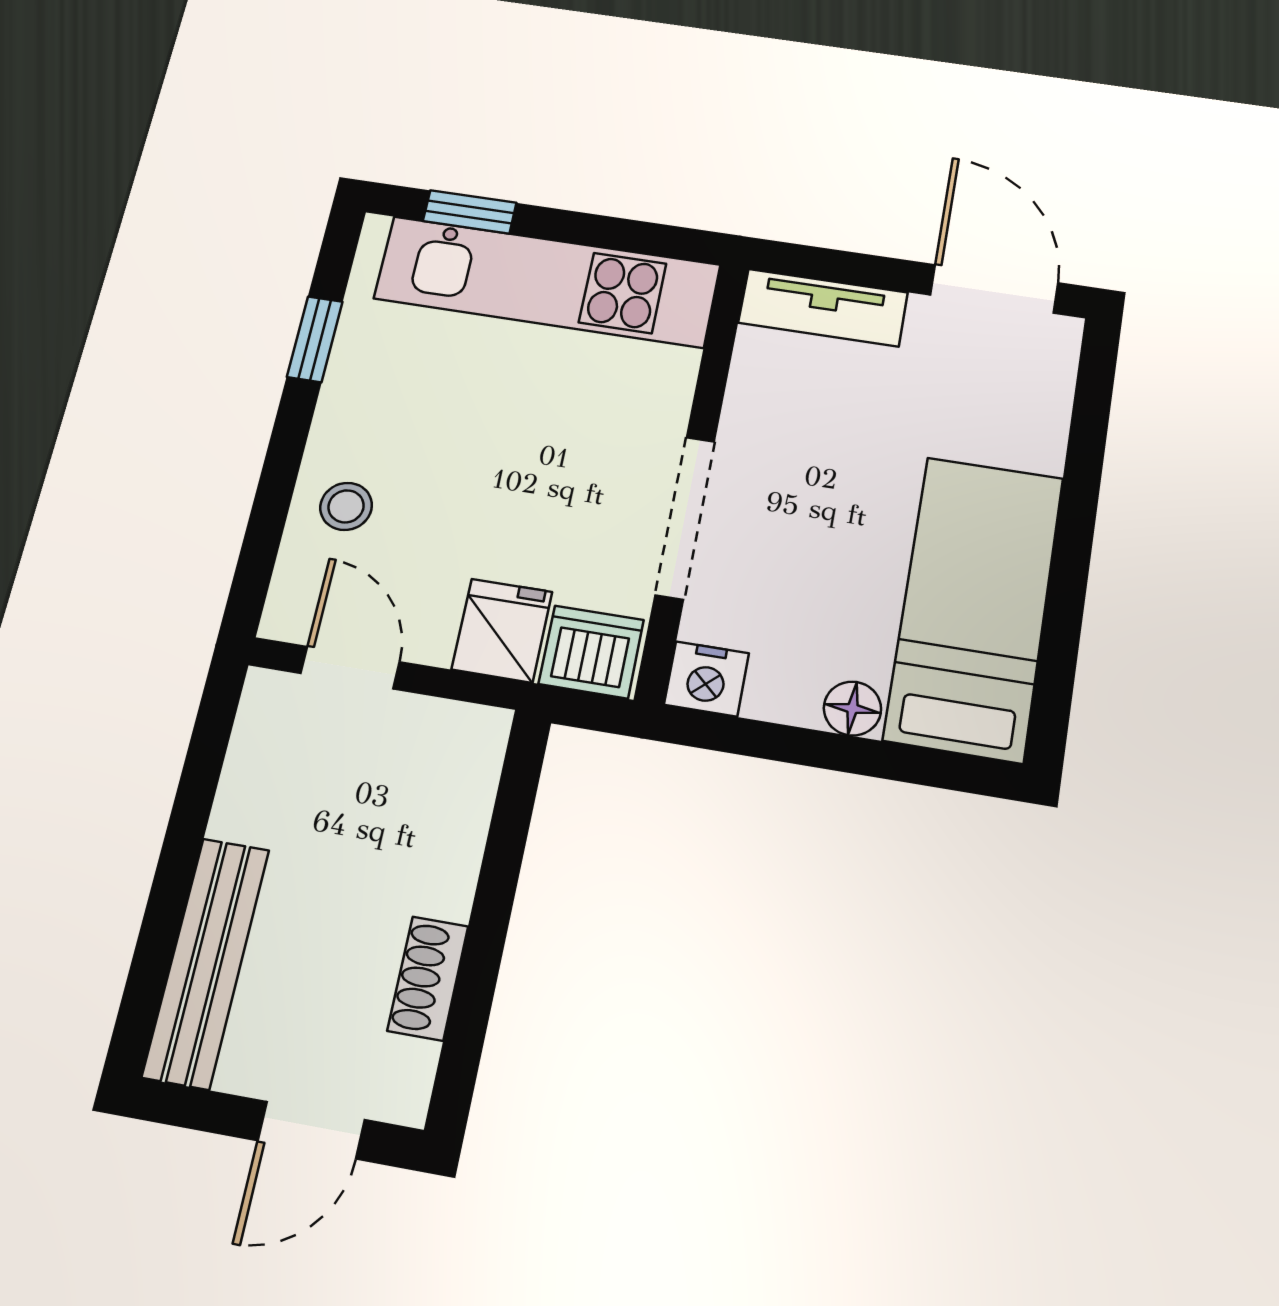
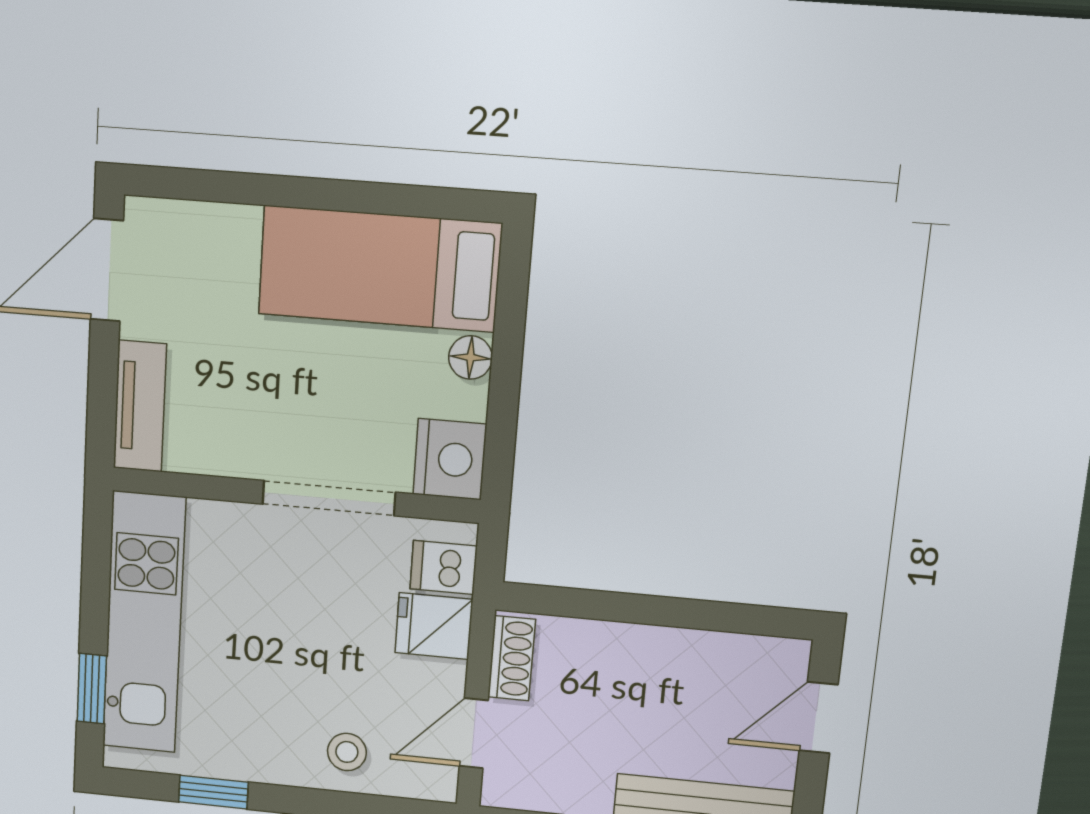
dishwasher: (591, 652) -> (444, 567), width x0.73
nightstand: (706, 679) -> (450, 459), width x1.36, depth x1.33
shoe rack: (428, 978) -> (512, 658), moved, turned -90
door: (311, 1130) -> (819, 718), swing flipped

